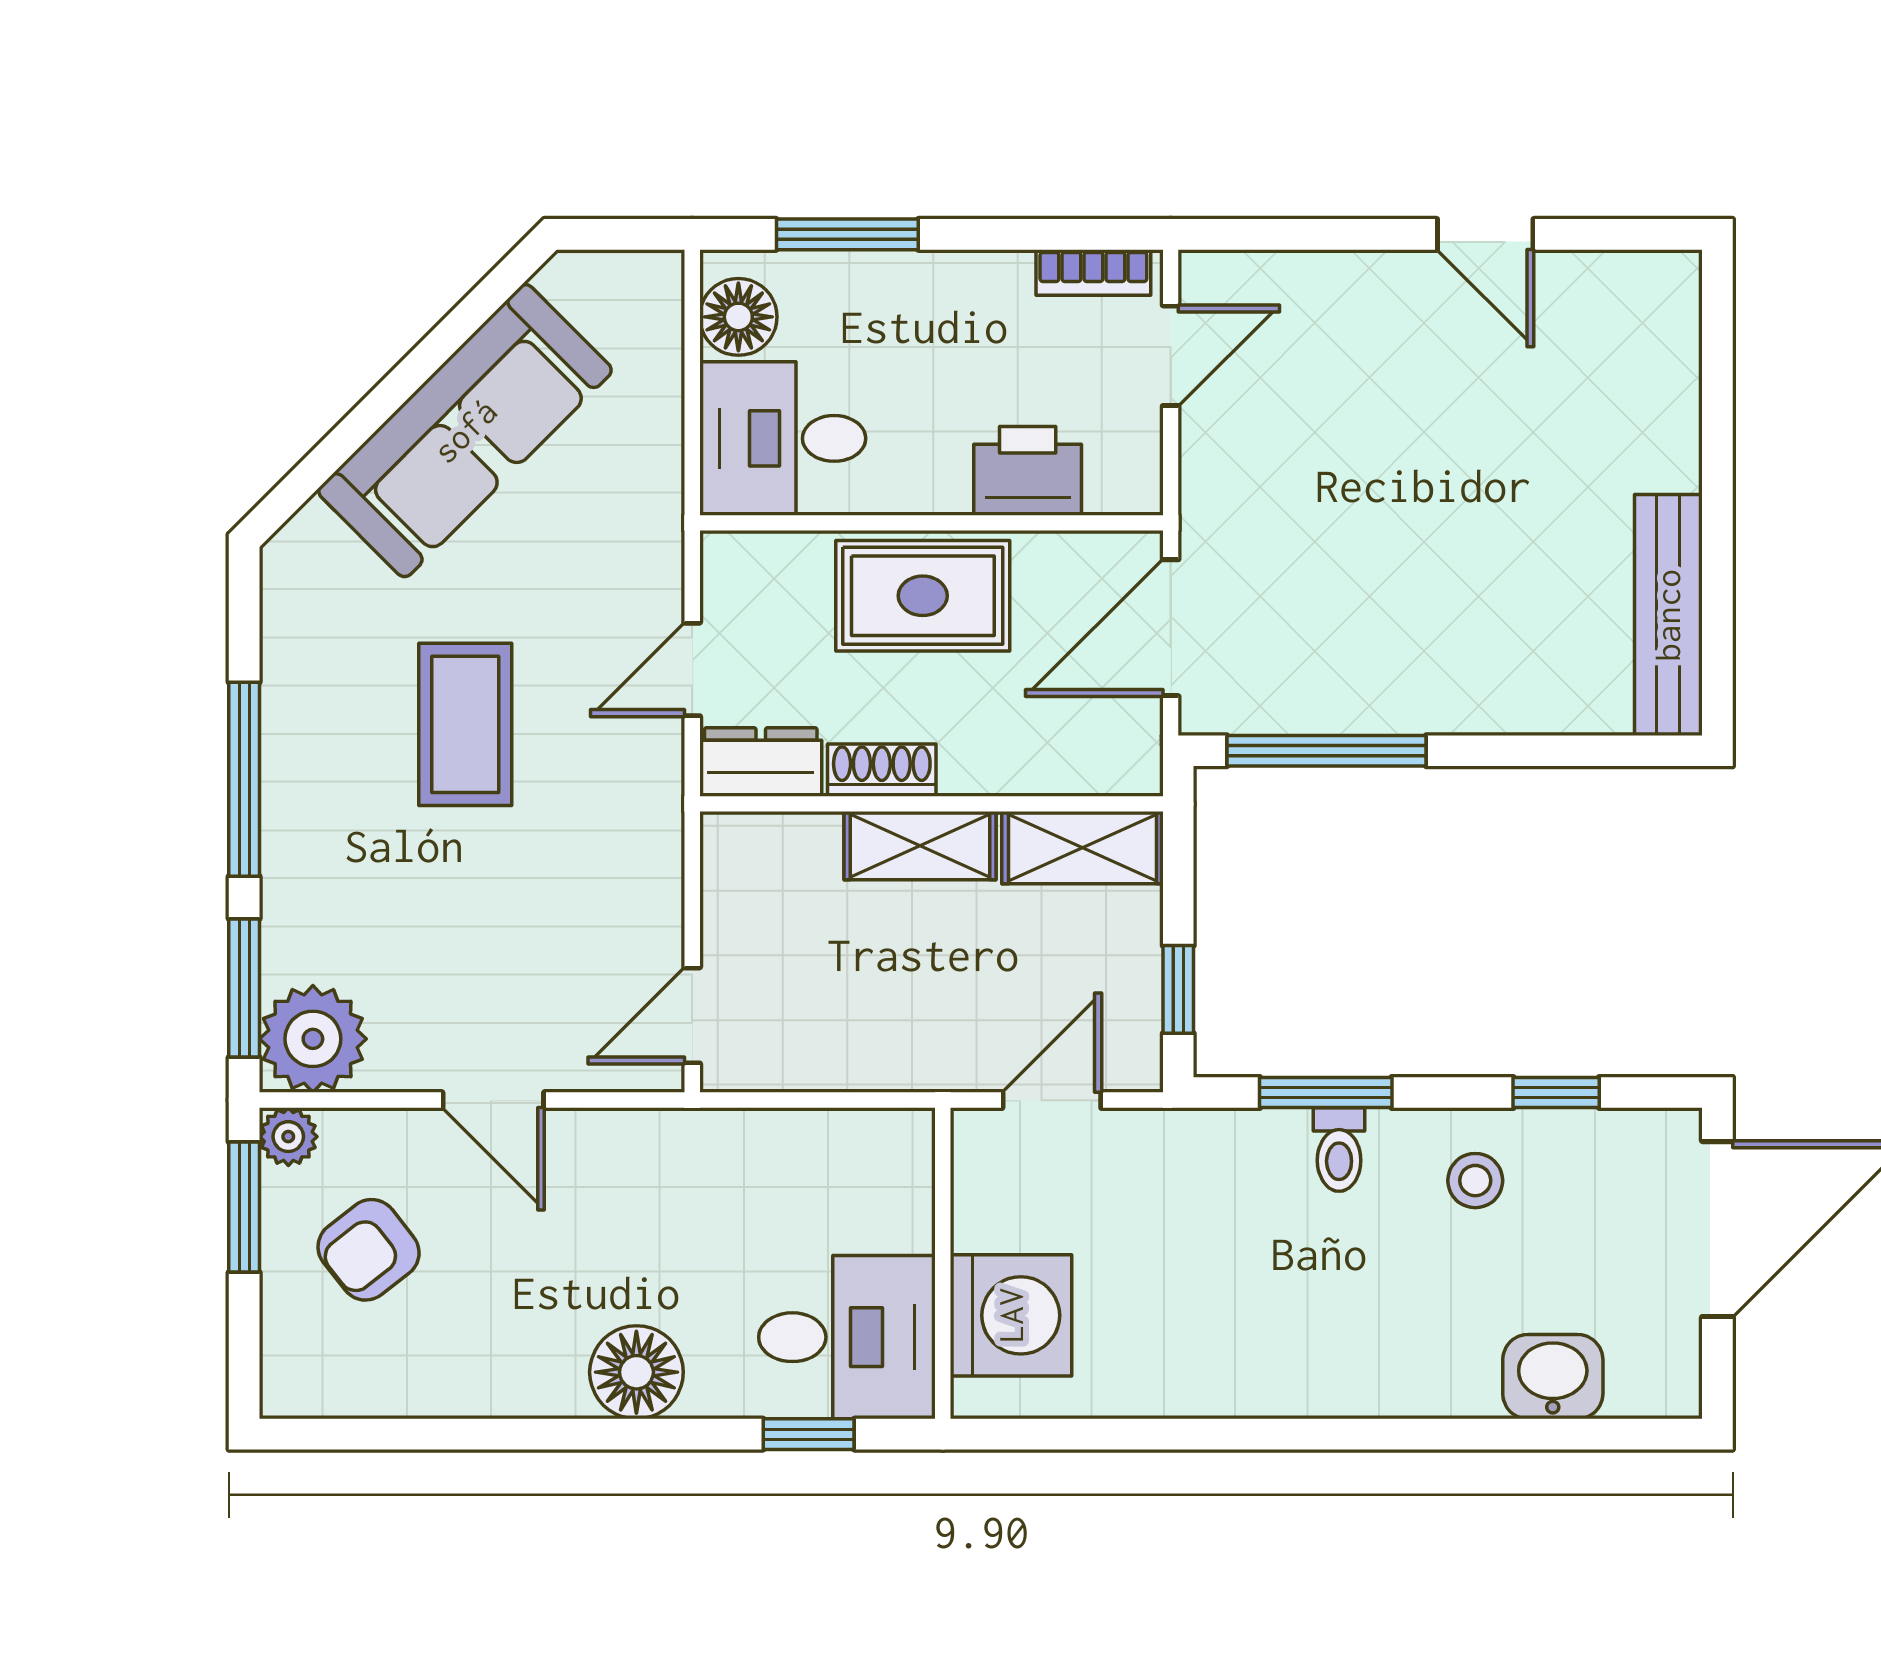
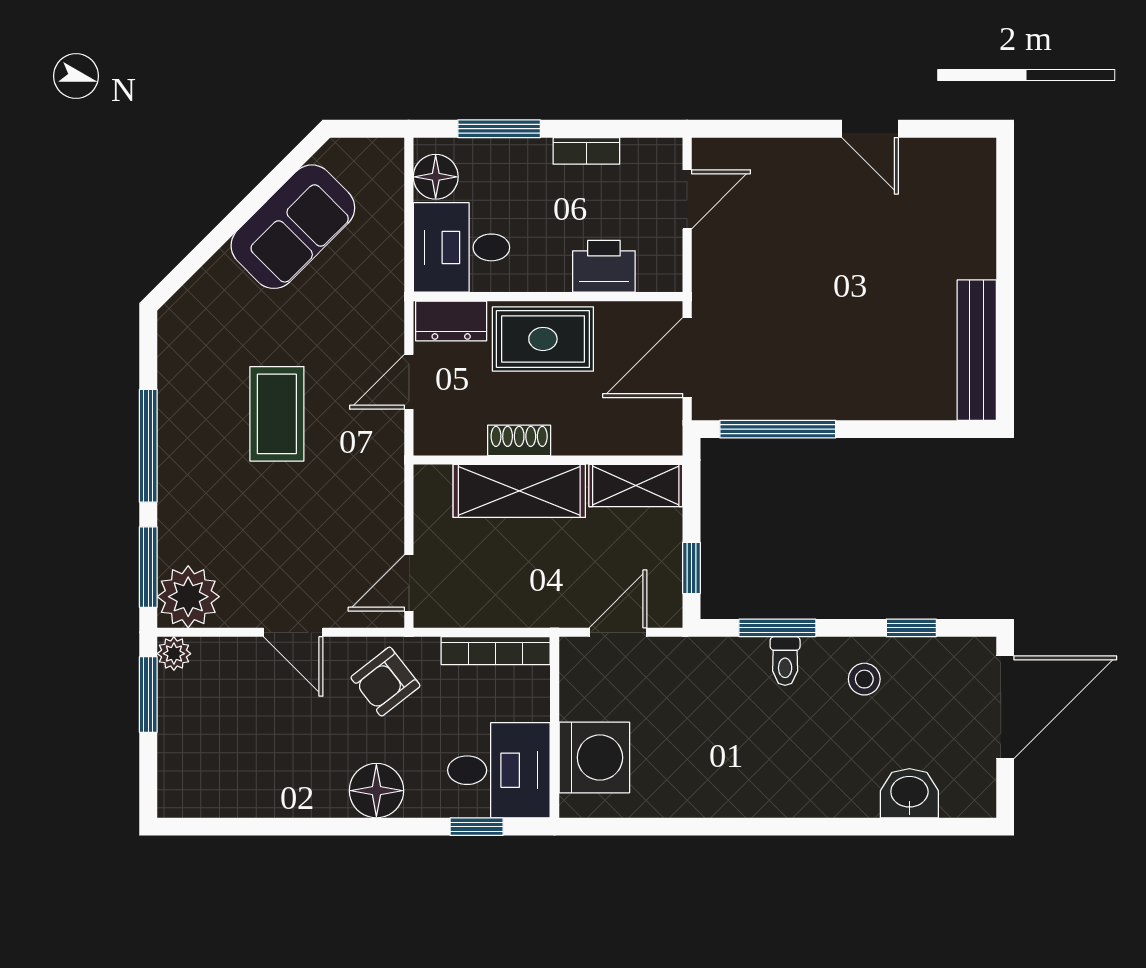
bookcase: (1093, 272) -> (586, 151), moved
sofa: (465, 431) -> (293, 227), width x0.73
dresser: (761, 762) -> (451, 321), moved, turned 180
shelving: (920, 846) -> (519, 491), width x1.50, depth x1.33
bookcase: (841, 1132) -> (496, 651), added
armchair: (369, 1250) -> (385, 682), moved

